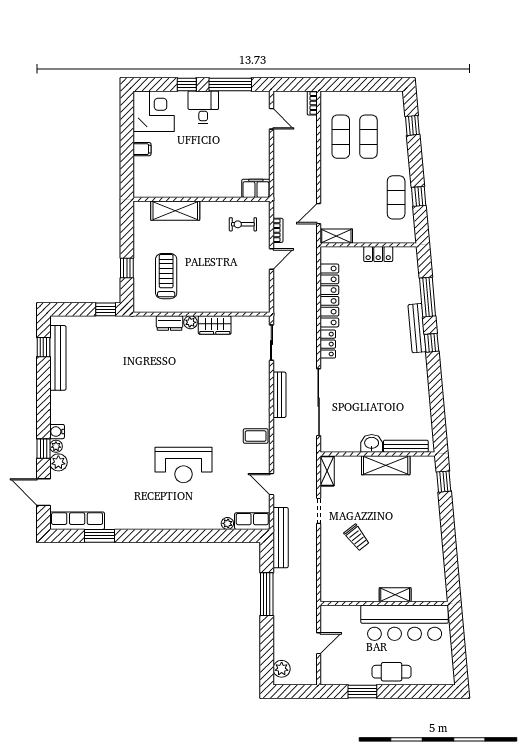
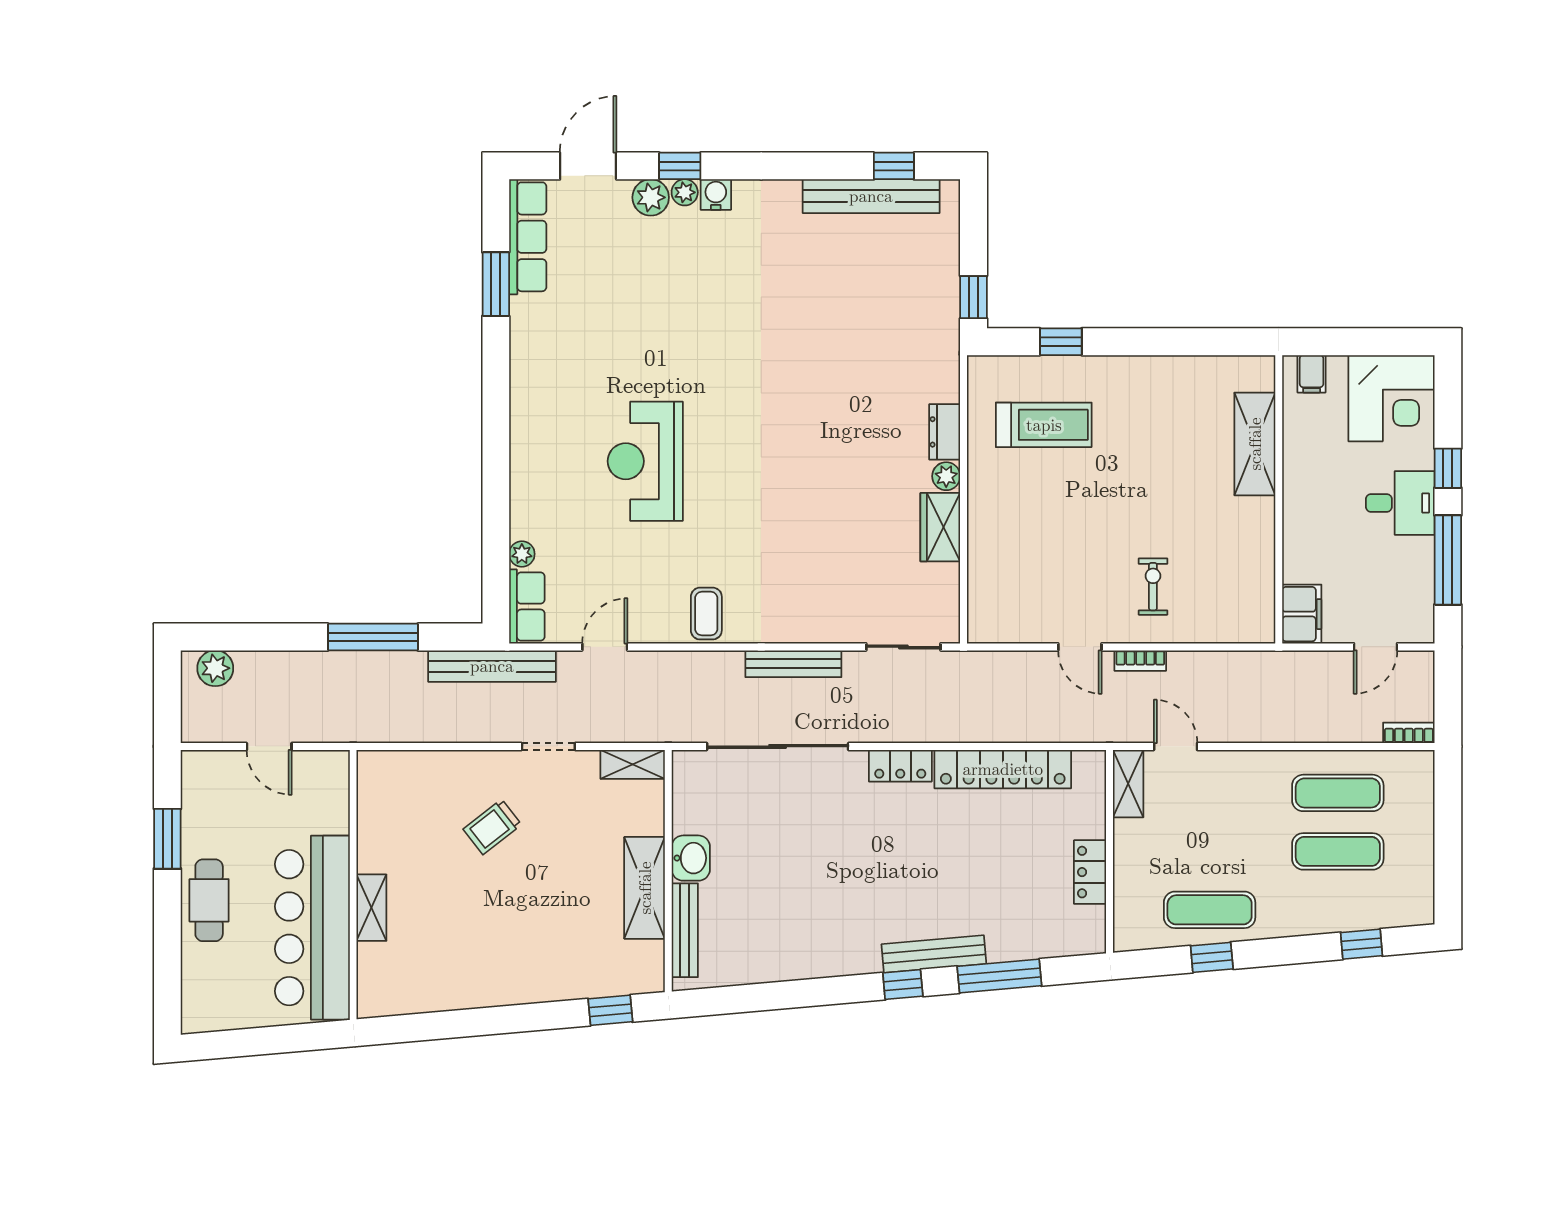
filing cabinet: (256, 188) -> (1302, 614), moved
wall: (202, 199) -> (1279, 499), moved
shelving: (175, 211) -> (1255, 444), moved

